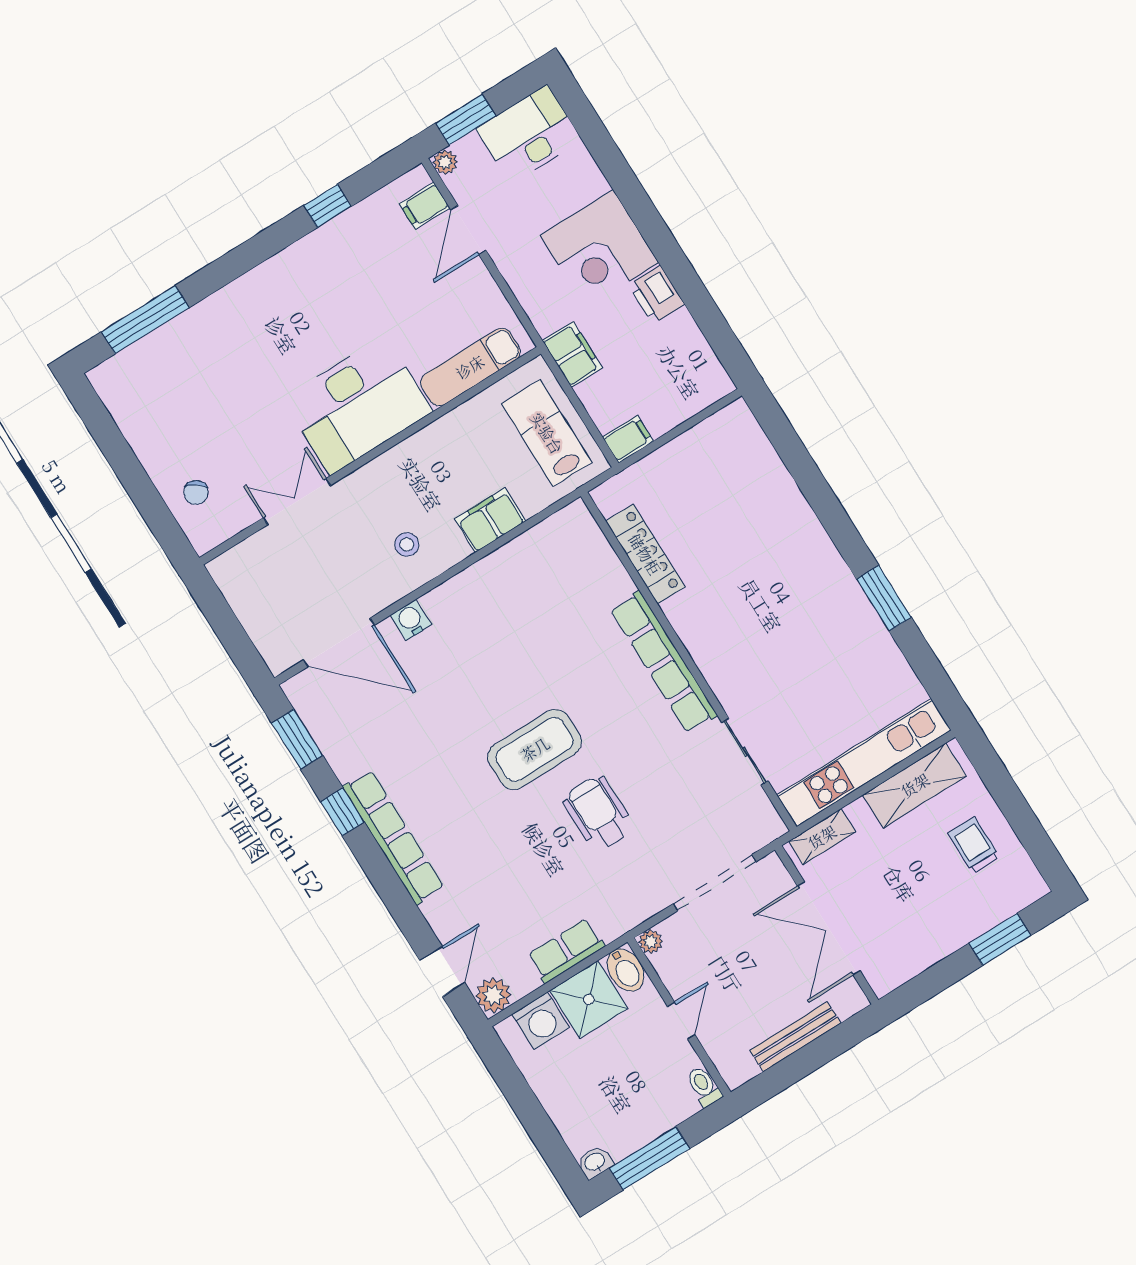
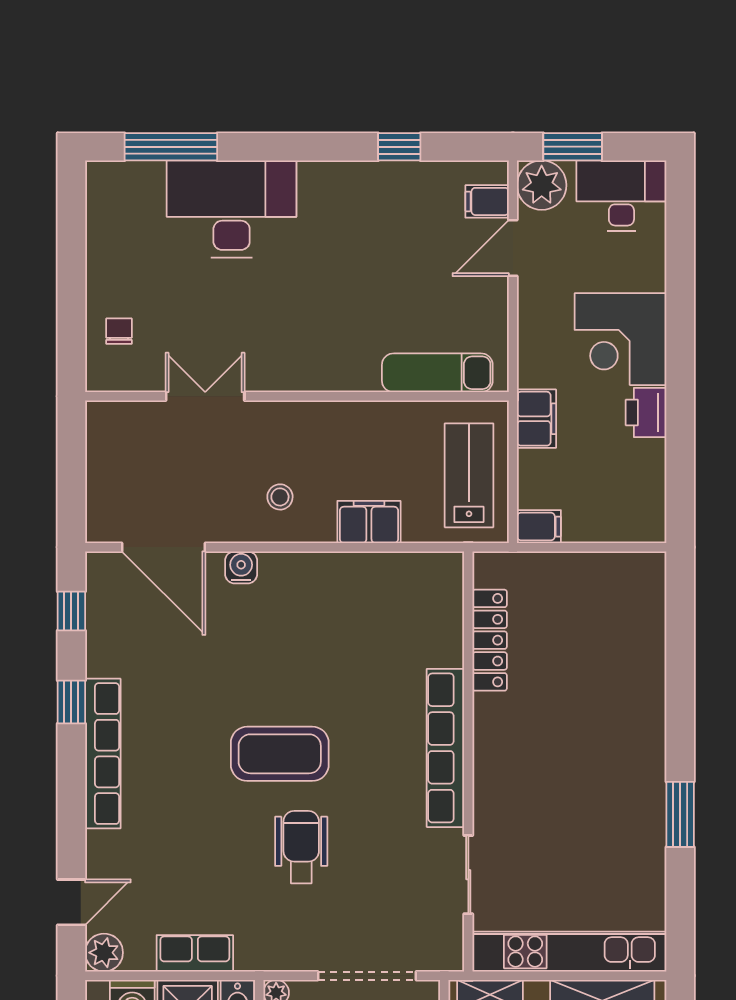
plant: (445, 162) -> (542, 185), width x1.88, depth x1.88
desk: (358, 405) -> (232, 209), moved, turned 180
chair: (196, 493) -> (119, 331), turned 145
window: (297, 739) -> (71, 611), width x0.67

